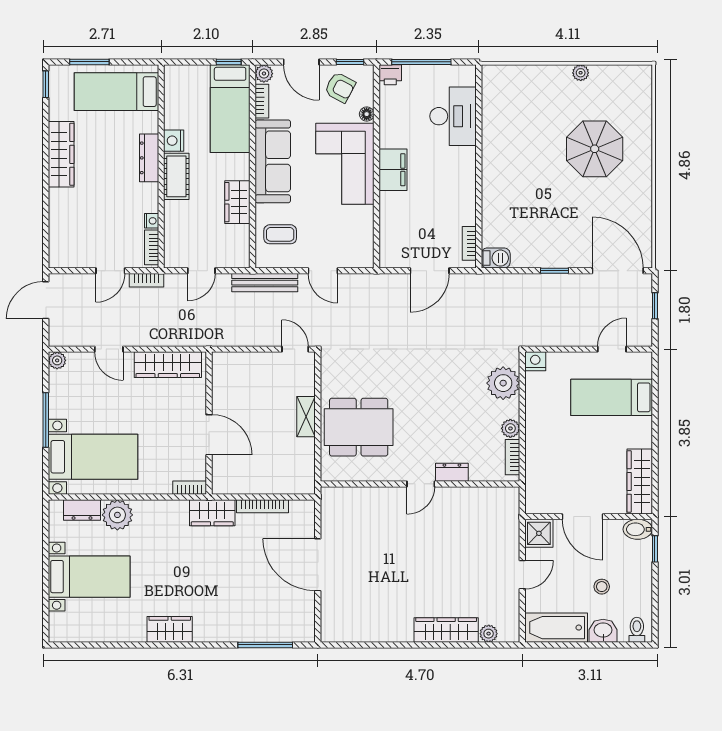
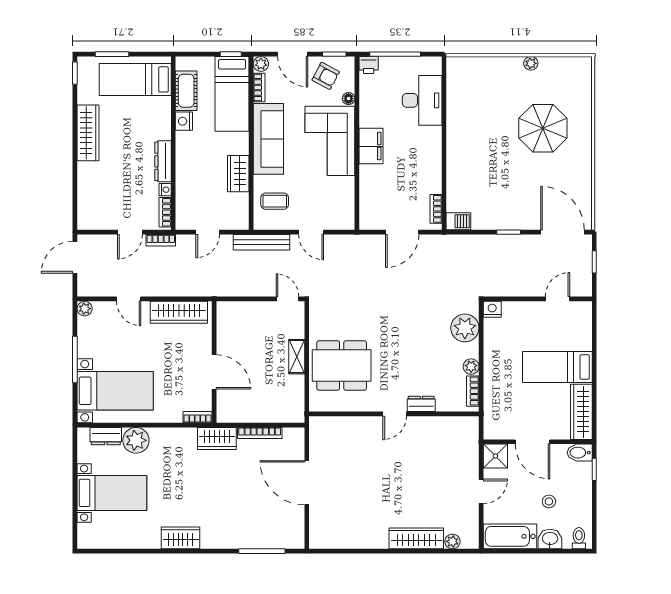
dresser: (149, 158) -> (163, 161), moved
cot: (176, 176) -> (186, 91), moved
bed: (612, 397) -> (557, 367), moved

